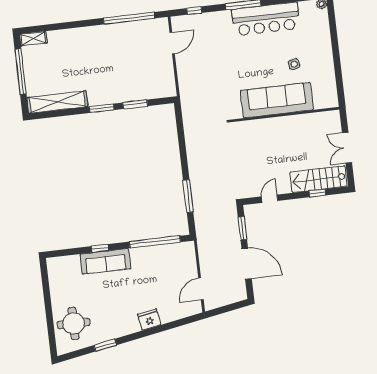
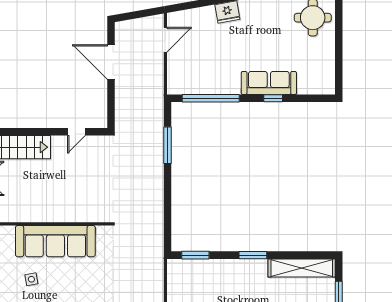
window: (135, 104) -> (195, 255), moved
window: (317, 193) -> (22, 132), removed
window: (242, 228) -> (111, 102), removed

